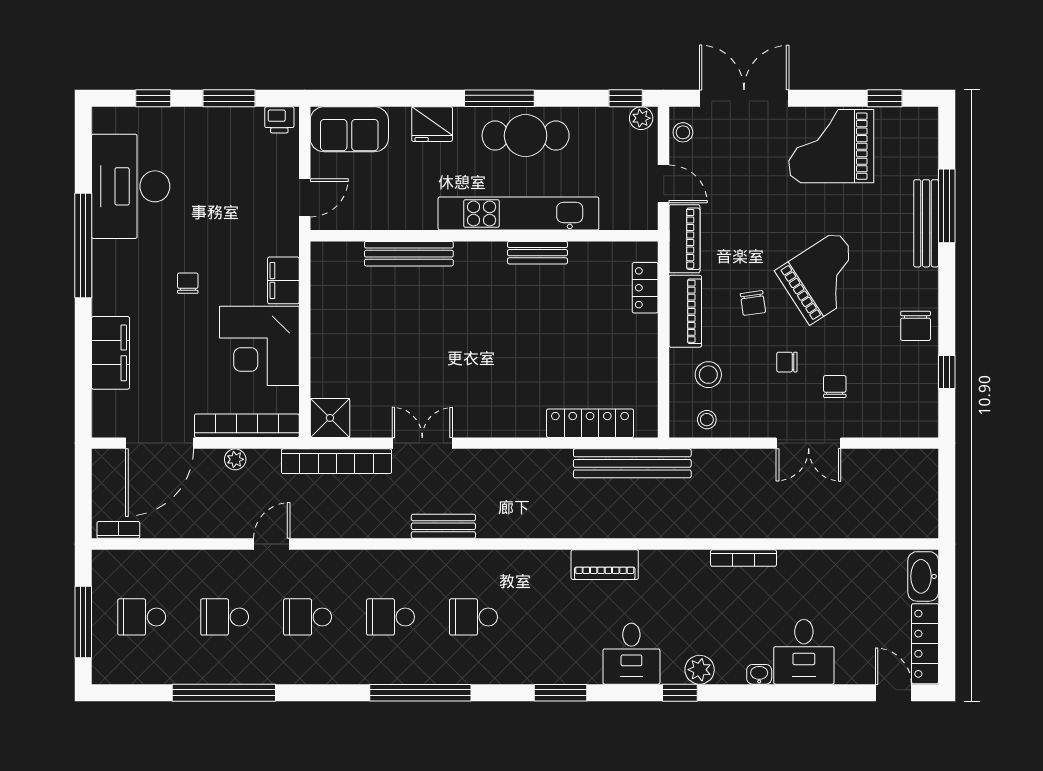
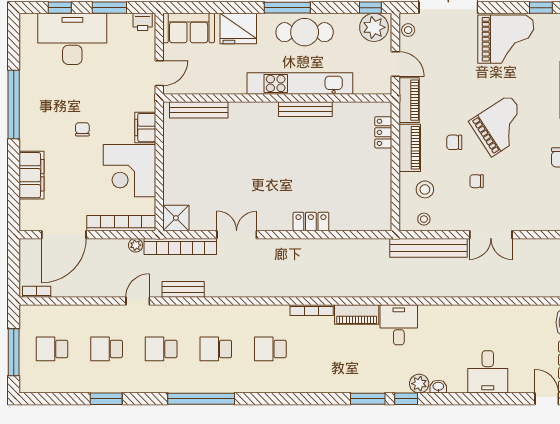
plant: (641, 118) -> (374, 27), width x1.88, depth x1.88
fridge: (432, 124) -> (238, 29), width x1.36, depth x1.34
grand piano: (831, 146) -> (506, 39), turned 180
desk: (131, 186) -> (72, 39), moved, turned 90
bench: (537, 253) -> (305, 109), width x1.36
bench: (409, 254) -> (199, 110), moved
chair: (753, 303) -> (454, 142), turned 98
chair: (835, 387) -> (508, 197), removed
locker: (590, 423) -> (311, 221), moved, width x0.66
plant: (235, 459) -> (136, 245), moved
bench: (632, 463) -> (428, 248), moved
bench: (443, 526) -> (183, 289), moved
bookcase: (744, 558) -> (312, 310), moved
desk: (631, 654) -> (399, 325), moved, turned 180
washbasin: (759, 674) -> (438, 387), moved
window: (224, 693) -> (106, 399), width x0.47
window: (420, 693) -> (201, 399), moved
window: (561, 693) -> (368, 399), moved

